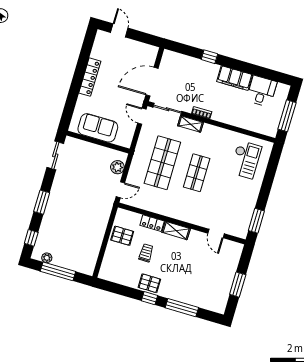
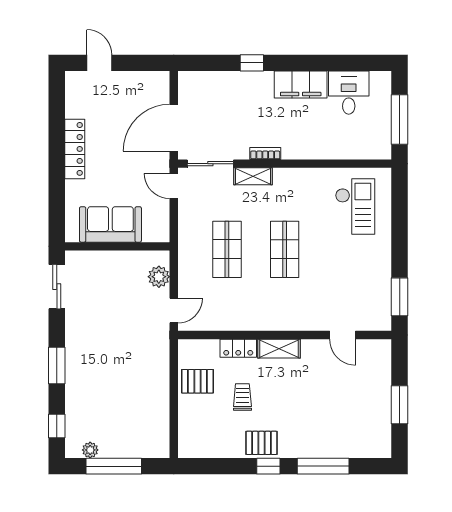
shop shelf: (162, 163) -> (227, 249), width x0.70, depth x0.74

